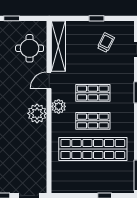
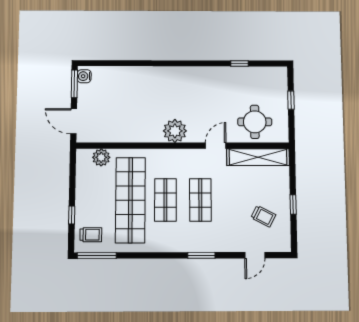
door: (49, 80) -> (216, 146), hinge flipped
plant: (59, 106) -> (101, 157), moved
trolley: (120, 180) -> (91, 235), added

